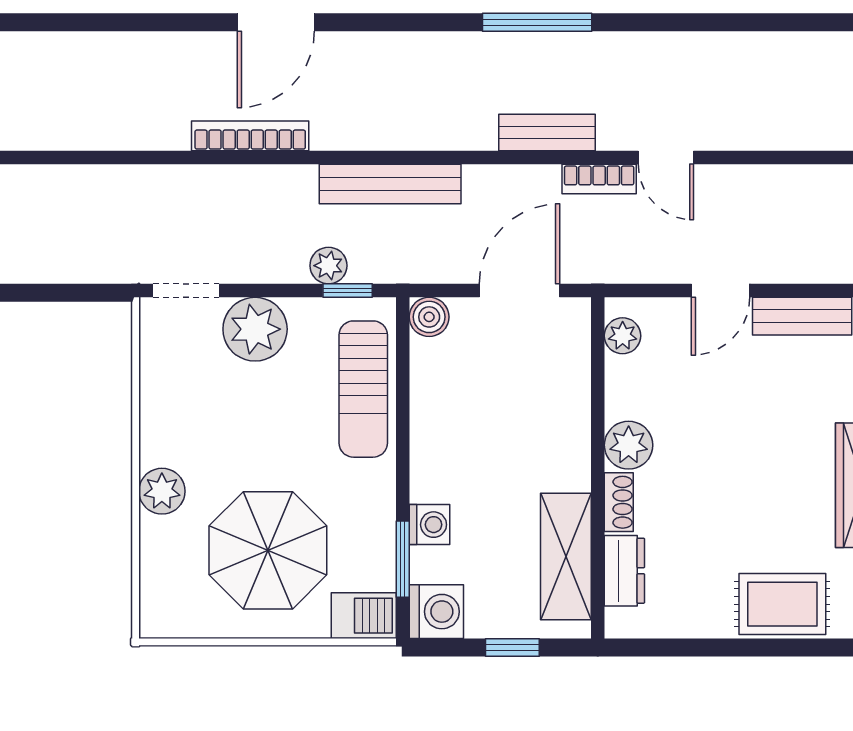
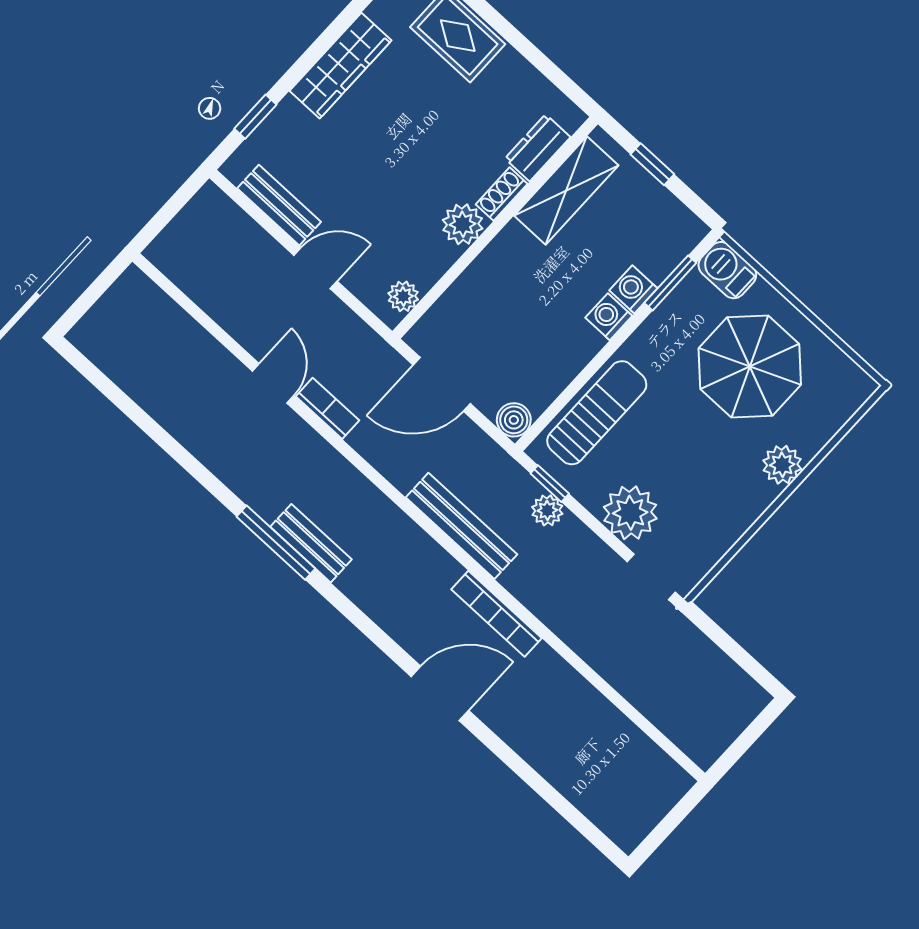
bench: (547, 132) -> (311, 543), moved
bookcase: (250, 136) -> (497, 614), moved
washing machine: (436, 612) -> (609, 317), moved, width x0.73, depth x0.73

